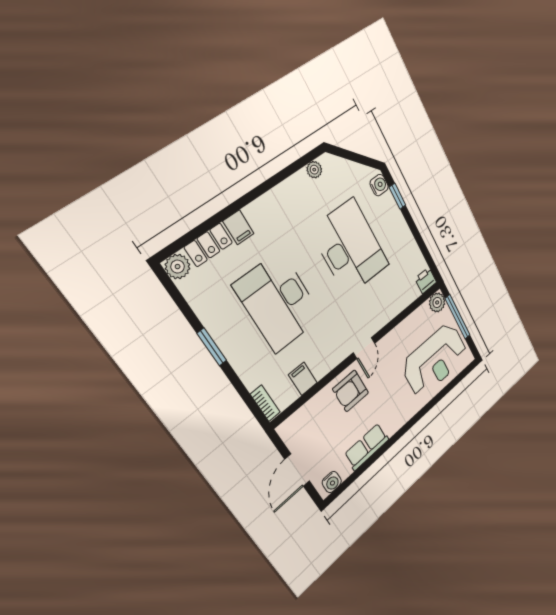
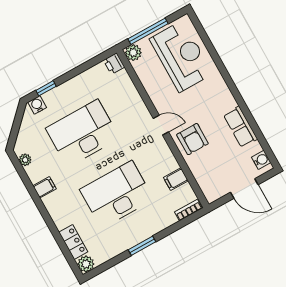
filing cabinet: (238, 227) -> (45, 187), moved
desk: (279, 302) -> (117, 194), turned 180

